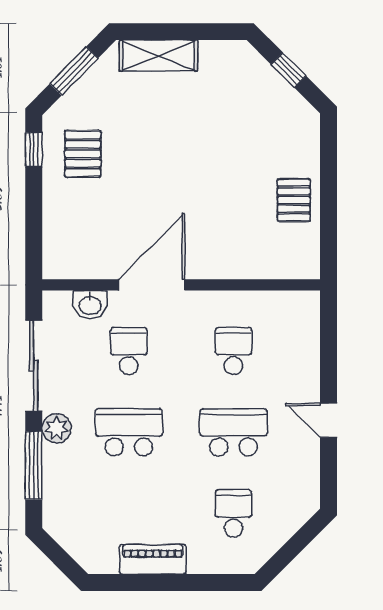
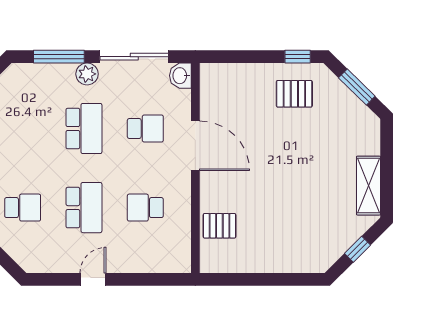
shelving: (158, 56) -> (368, 186), moved
pallet: (294, 200) -> (219, 226), moved
washbasin: (90, 305) -> (180, 76), moved
school desk: (233, 351) -> (145, 208), turned 180

